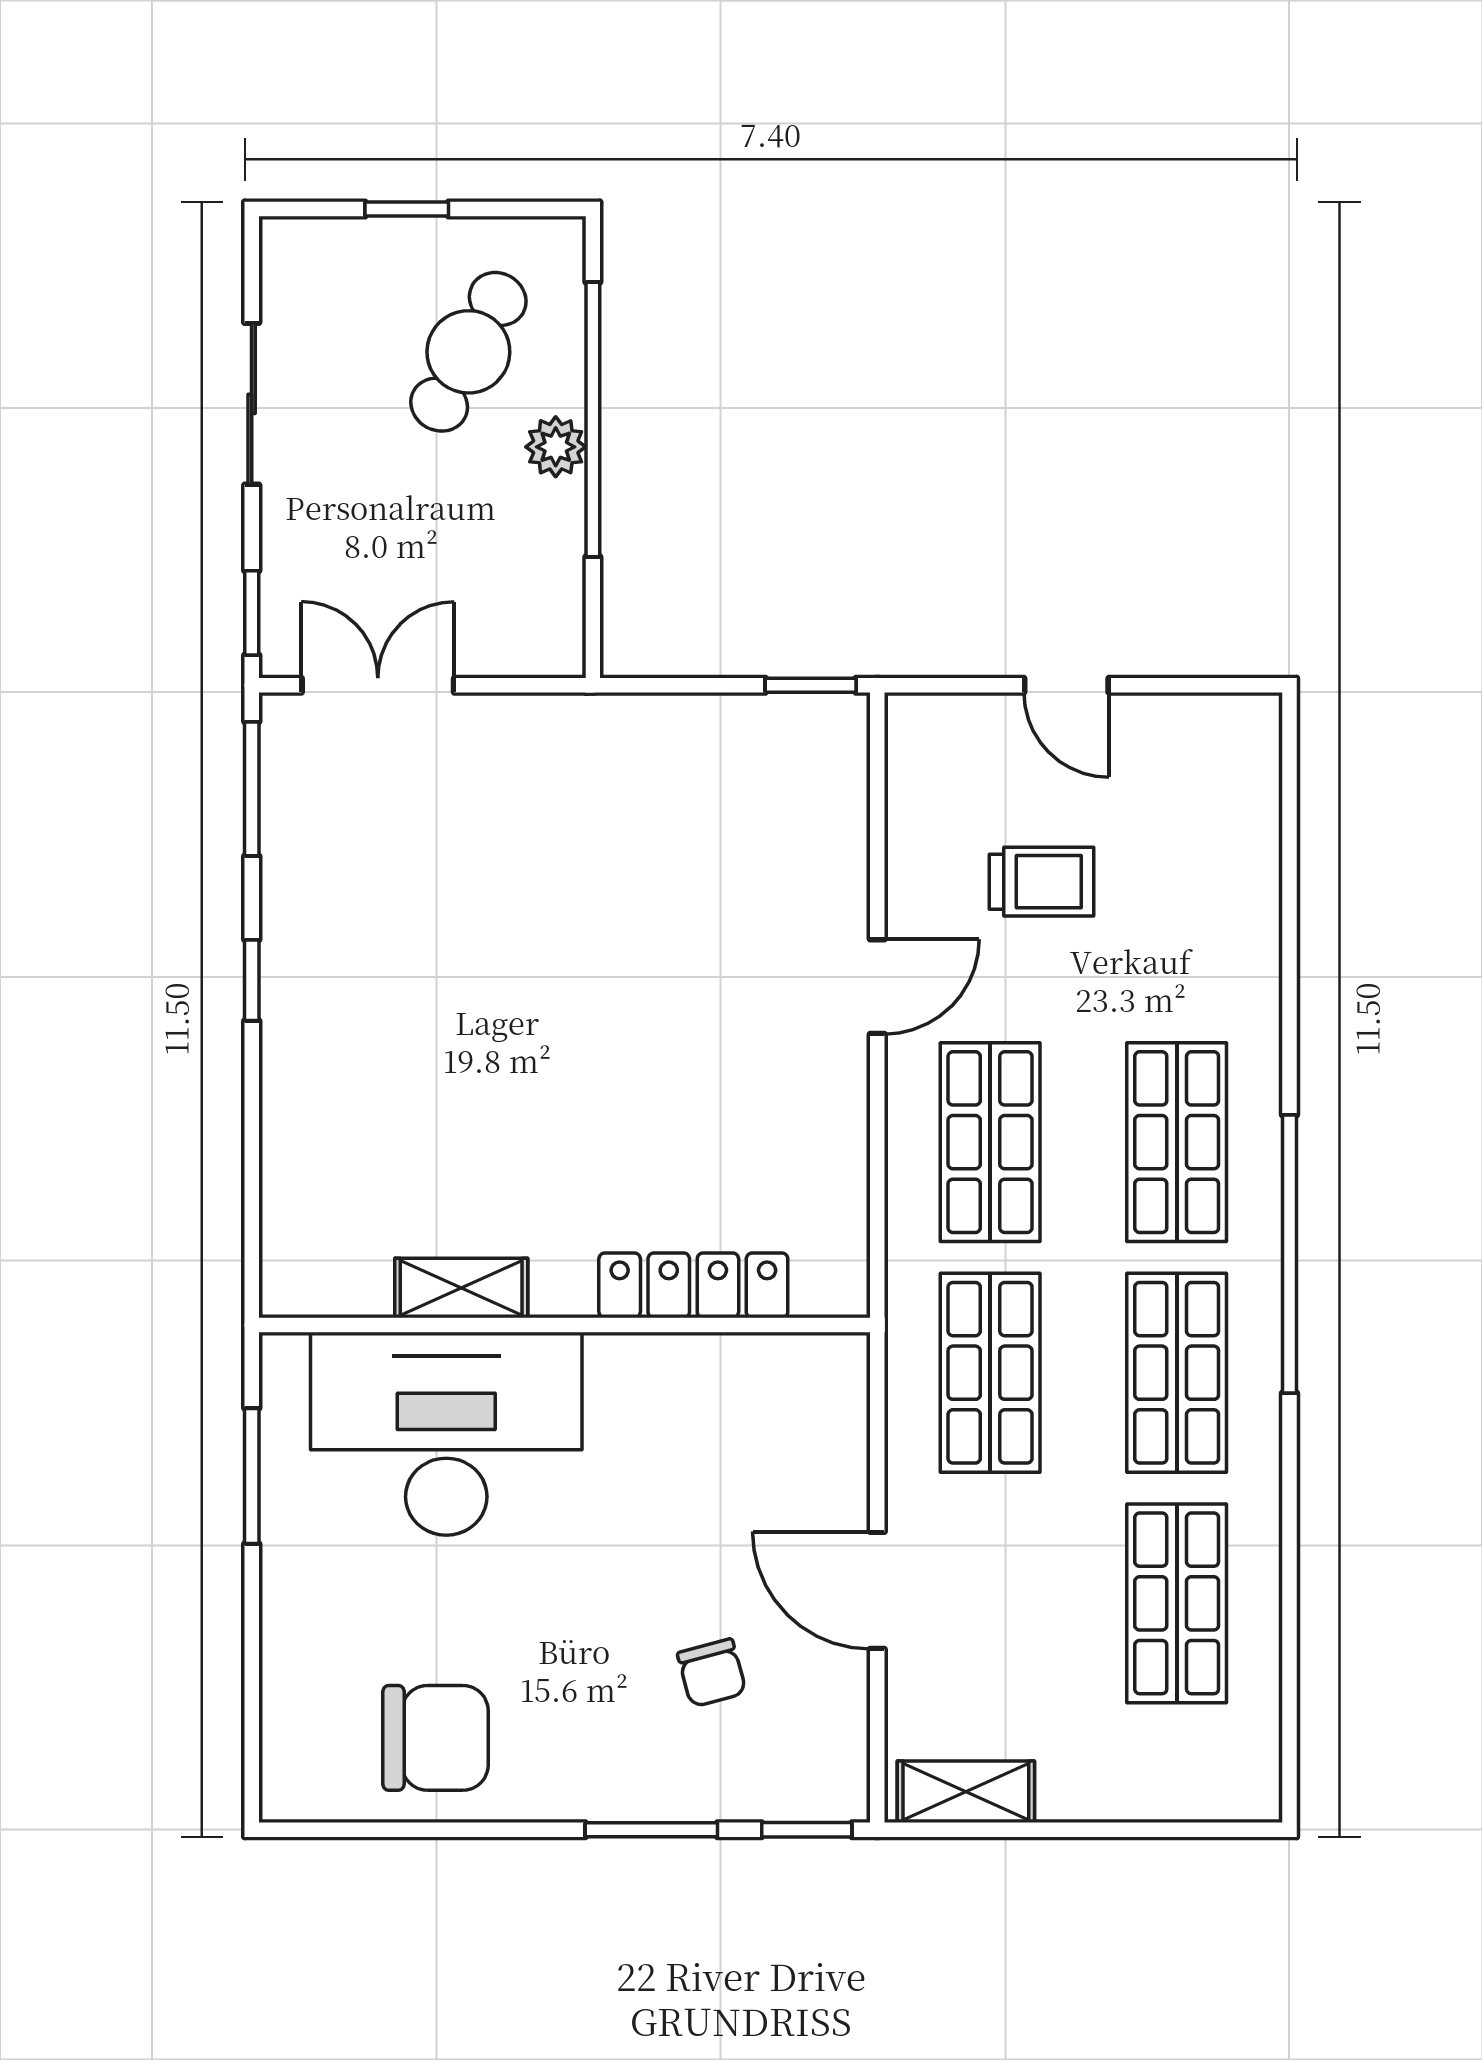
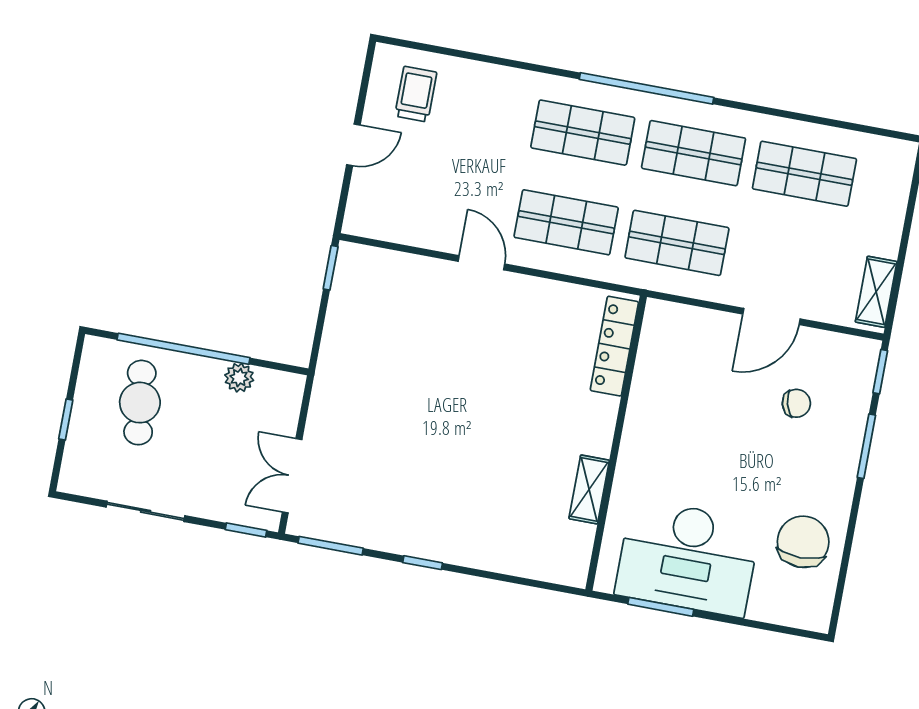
cafe table: (468, 352) -> (140, 403), turned 54
plant: (556, 447) -> (239, 378), moved
trolley: (1041, 882) -> (416, 94), moved
locker: (693, 1285) -> (614, 346), moved
desk: (446, 1434) -> (688, 558), moved, turned -90

